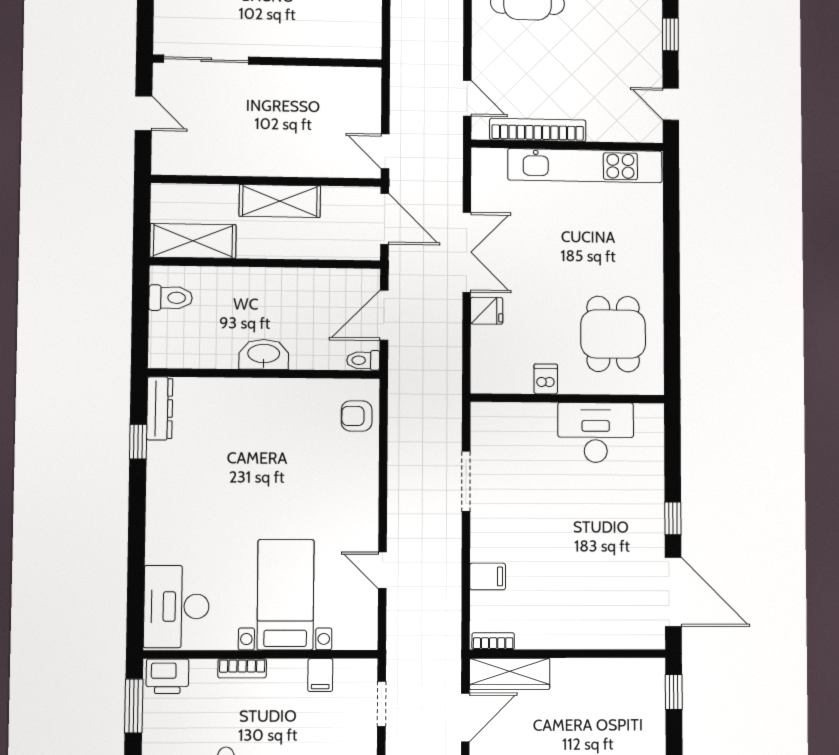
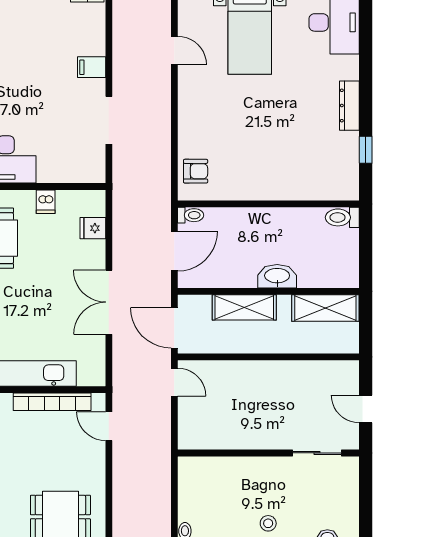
sliding door: (206, 60) -> (317, 453), width x0.73
shelving: (280, 201) -> (244, 307), moved
toilet: (171, 298) -> (342, 217), moved
fridge: (487, 311) -> (93, 228), moved
washbasin: (264, 354) -> (277, 276), moved, turned 180
dresser: (160, 408) -> (349, 106), moved
filing cabinet: (488, 576) -> (92, 67), moved

